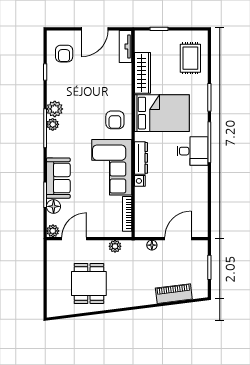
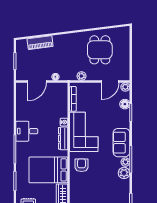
desk: (192, 151) -> (27, 131), moved
sofa: (58, 178) -> (121, 143), moved

